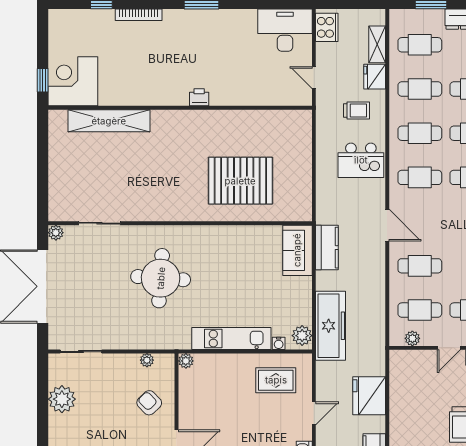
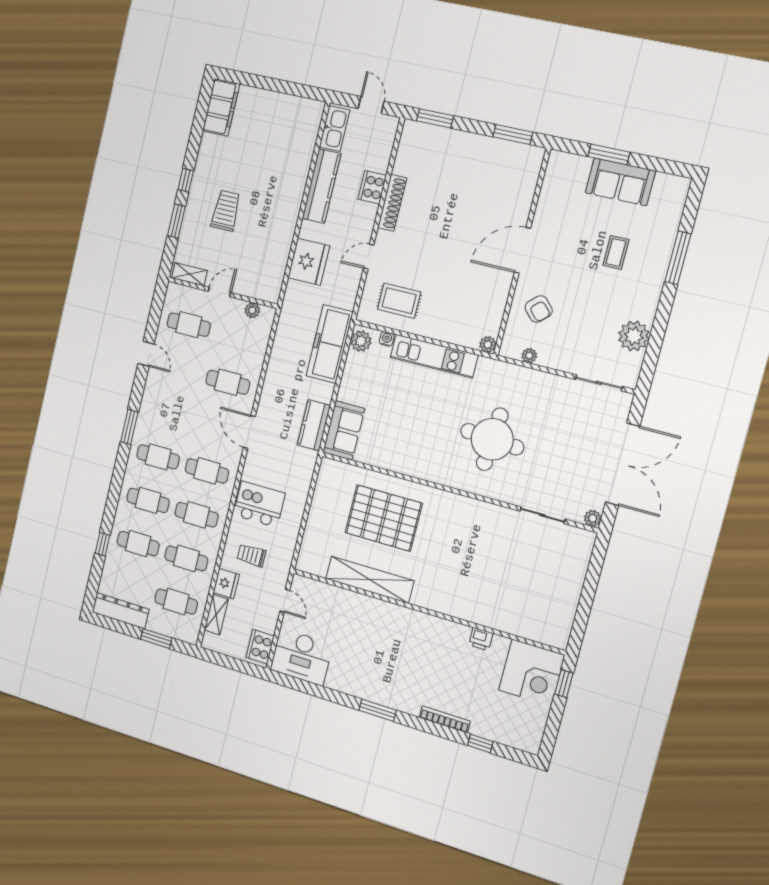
printer: (199, 97) -> (481, 639), moved
shelving: (109, 121) -> (370, 580), moved
cafe table: (420, 310) -> (238, 337), removed

